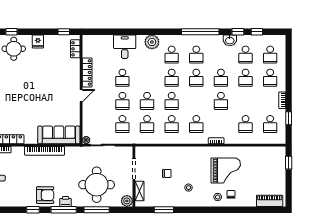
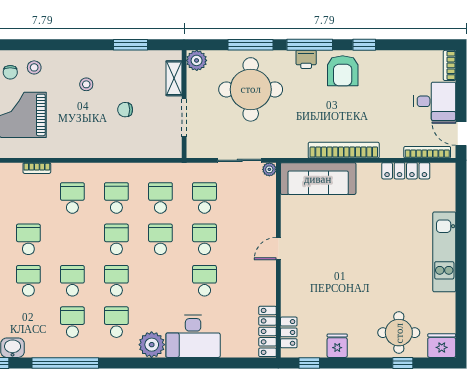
fridge: (38, 41) -> (337, 346), moved
desk: (125, 47) -> (193, 336), width x1.37
locker: (87, 72) -> (268, 331), moved
armchair: (45, 195) -> (343, 71), turned -90

